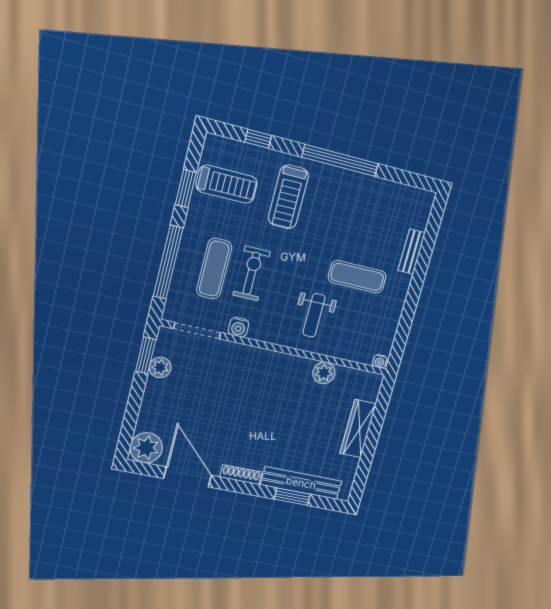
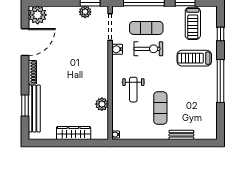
weight bench: (314, 315) -> (133, 90), turned -90

